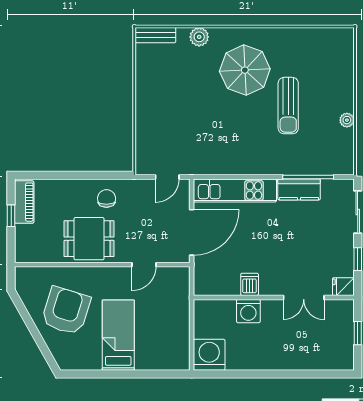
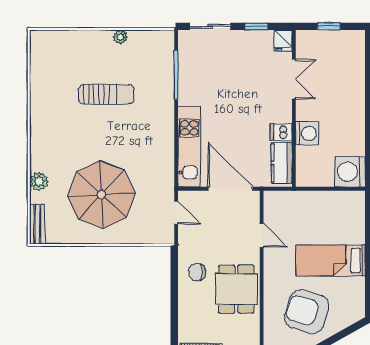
parasol: (245, 70) -> (101, 195), moved, width x1.36, depth x1.36
kitchen counter: (299, 189) -> (282, 163), moved, turned 180

